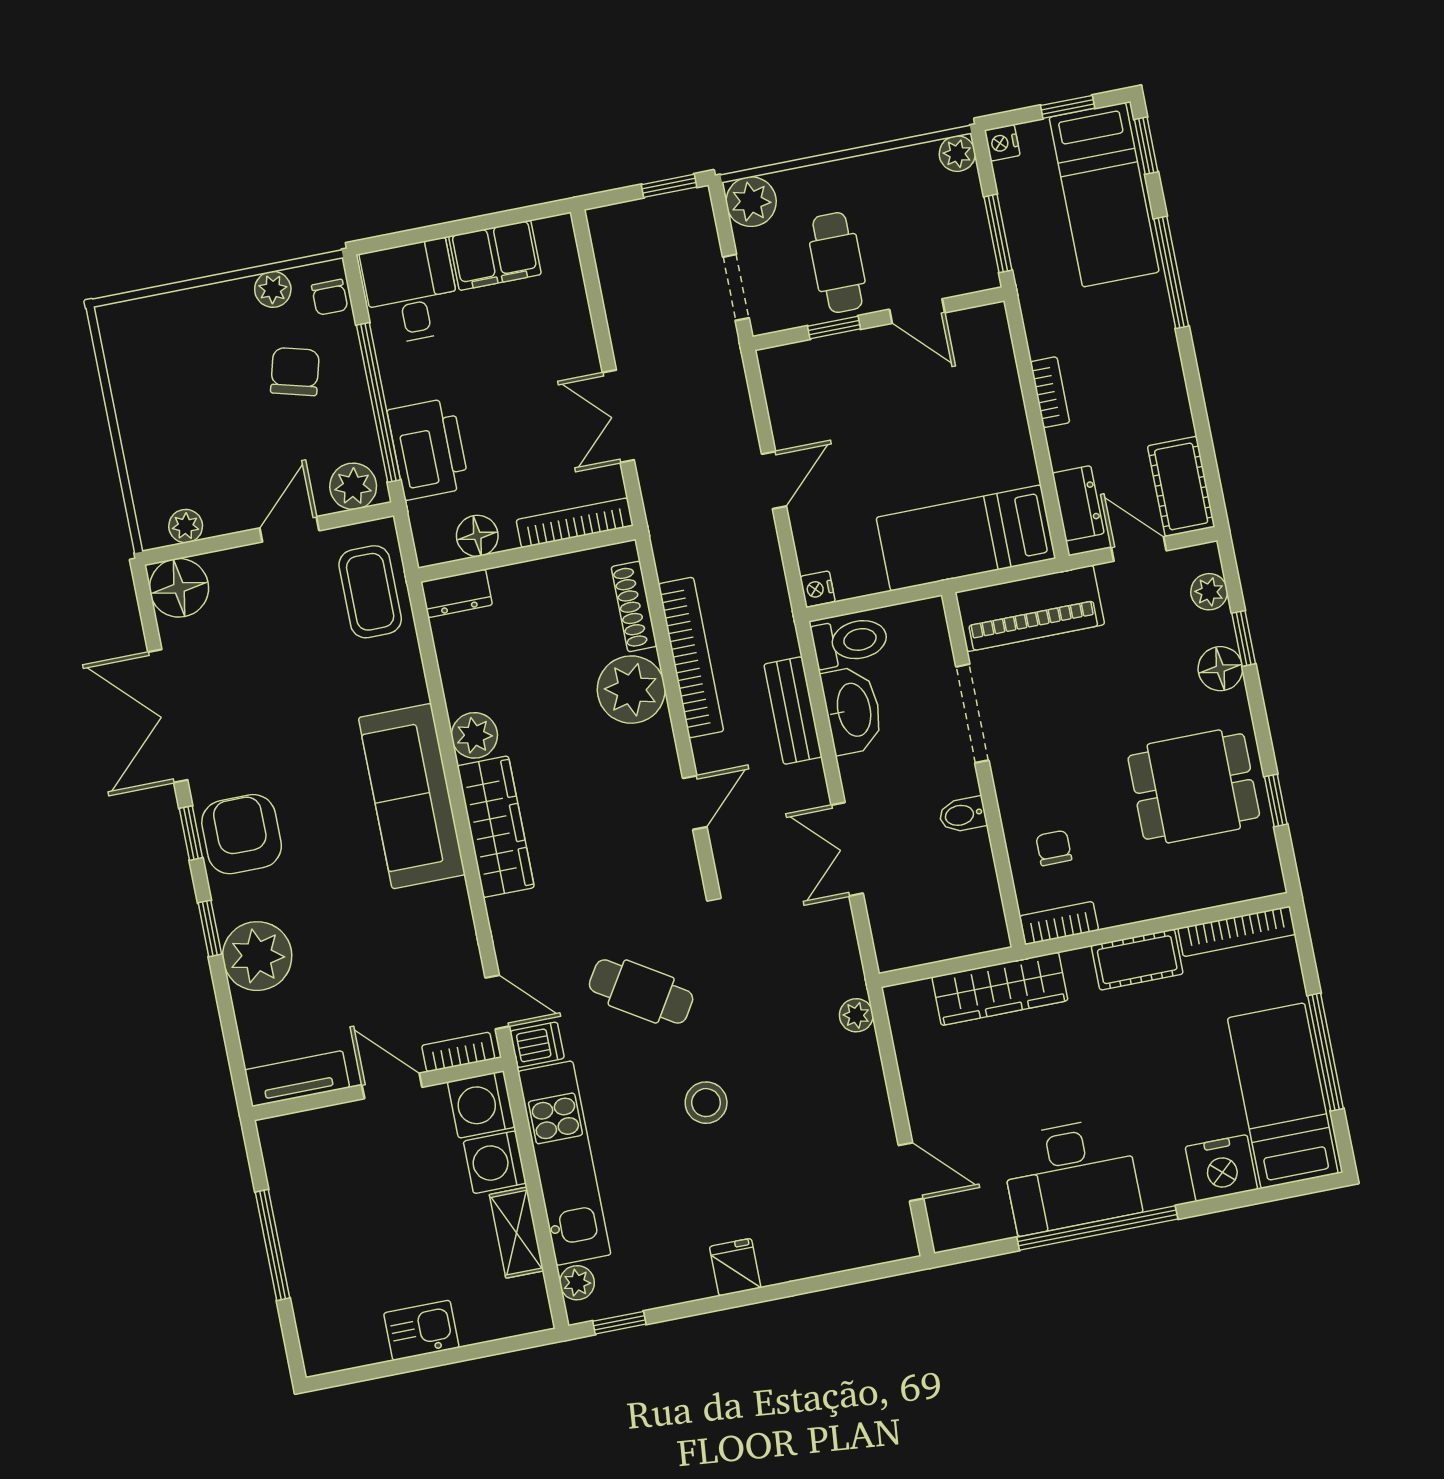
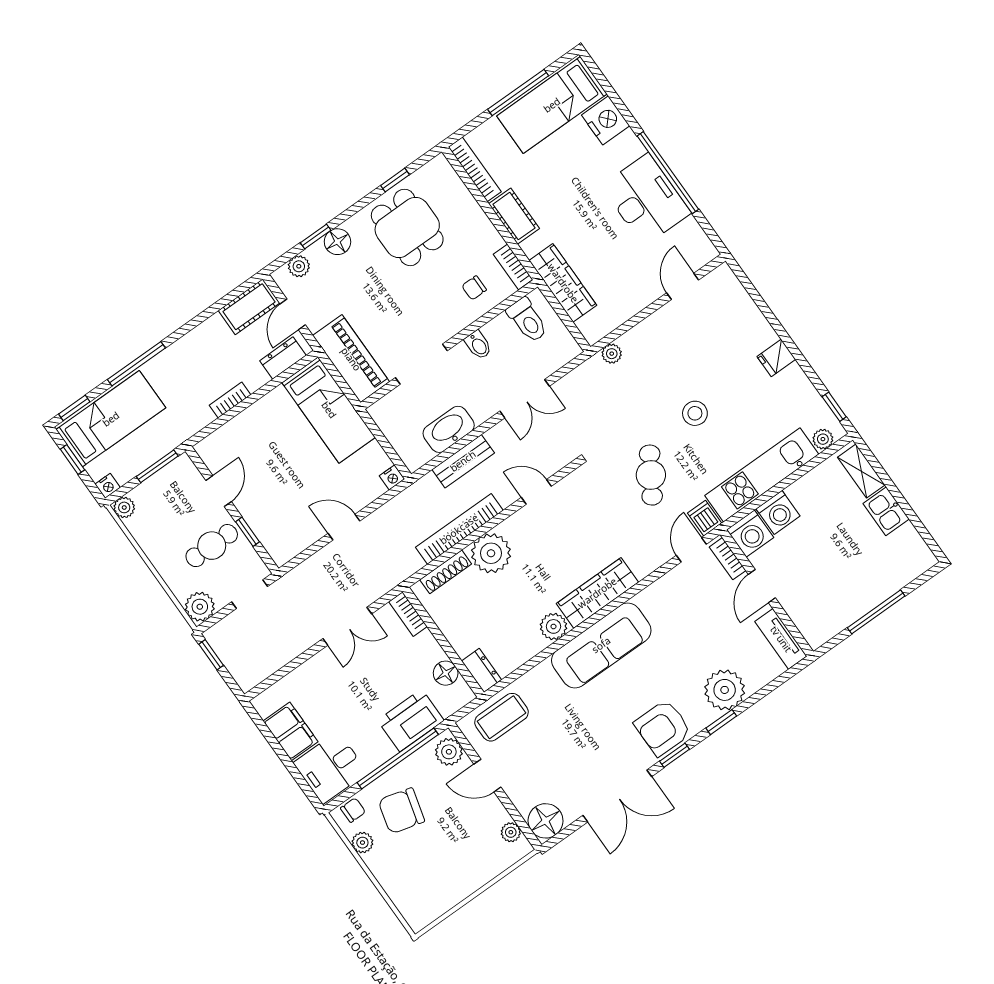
chair: (295, 372) -> (401, 811), width x1.37, depth x1.37
bookcase: (575, 523) -> (408, 614), width x0.64
toilet: (850, 641) -> (527, 320), moved, turned 180
shelving: (516, 1233) -> (861, 471), moved, turned 90

